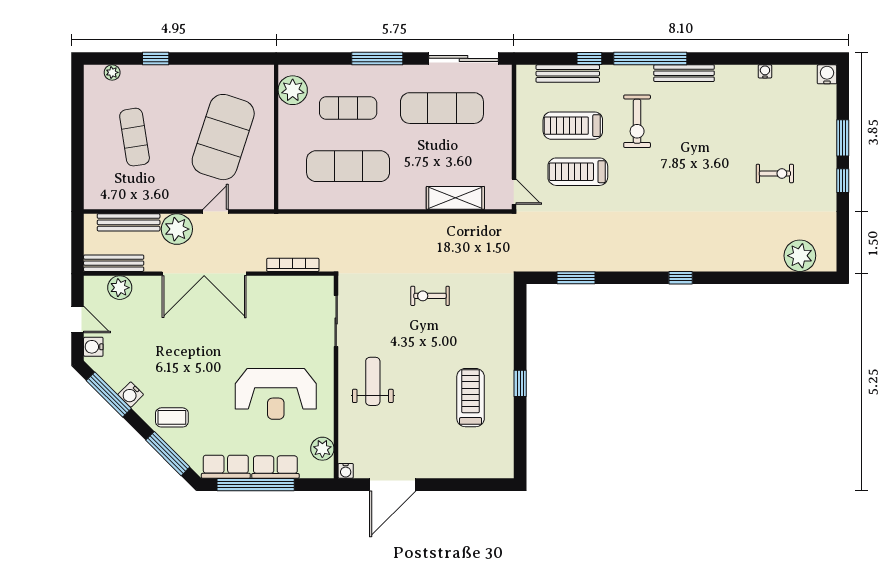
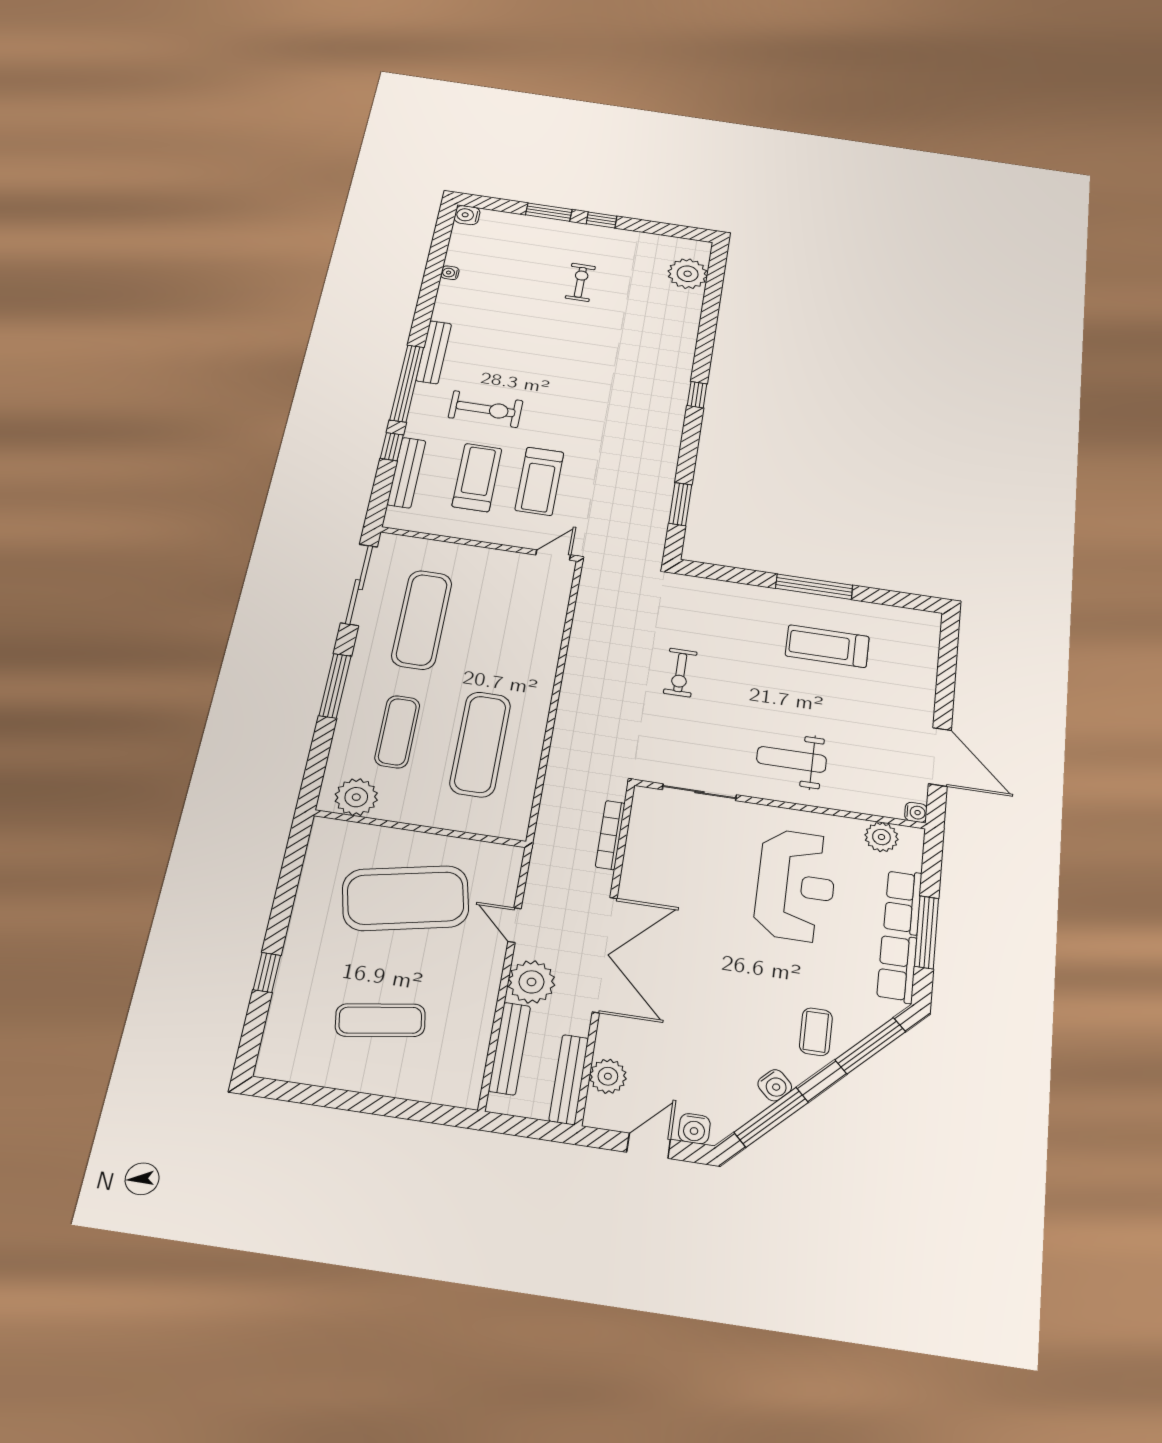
plant: (112, 72) -> (274, 1037), removed
treadmill: (573, 126) -> (477, 477), turned 180
exercise mat: (223, 137) -> (406, 898), turned -30
shelving: (455, 198) -> (549, 623), removed
window: (520, 383) -> (814, 587), width x2.17
window: (256, 485) -> (927, 932), width x0.68

